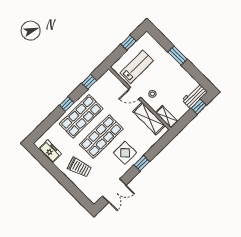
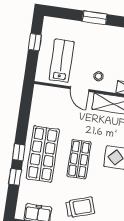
window: (89, 82) -> (15, 177), moved
door: (135, 93) -> (80, 89), hinge flipped
shop shelf: (101, 137) -> (79, 159), width x0.70, depth x0.74

